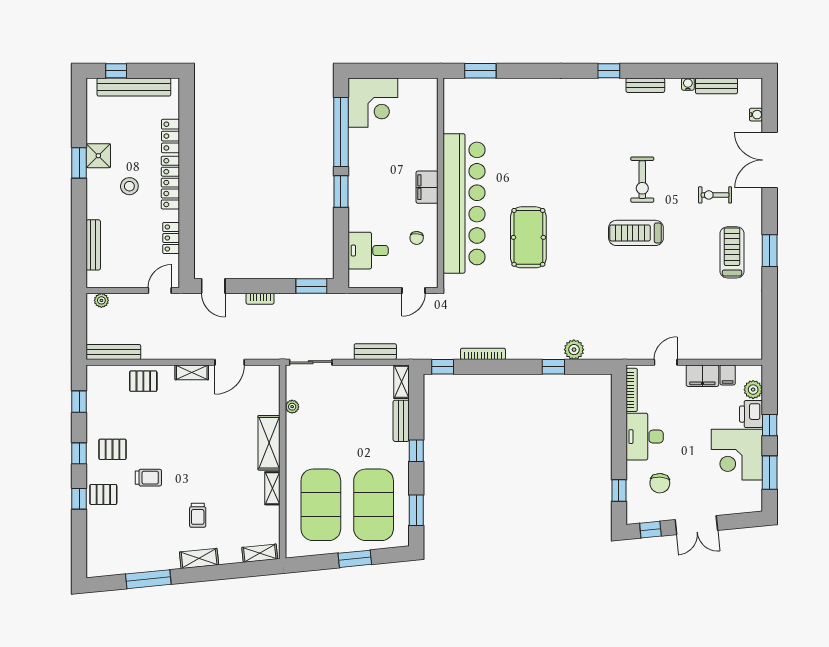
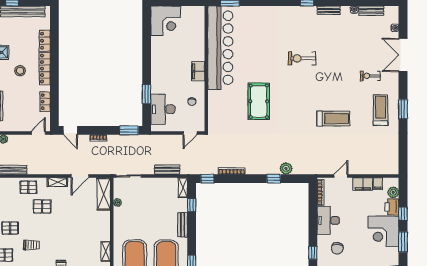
window: (341, 132) -> (147, 38), removed
exercise bike: (642, 180) -> (302, 58), moved, turned 90
window: (341, 191) -> (147, 94), moved
bar counter: (464, 203) -> (220, 48), moved
treadmill: (636, 233) -> (333, 119), moved, turned 180
desk: (368, 251) -> (163, 109), width x1.37
pallet: (166, 413) -> (42, 206), added
bench: (401, 421) -> (183, 225), moved
shelving: (269, 443) -> (104, 194), moved
window: (416, 451) -> (192, 205), moved

